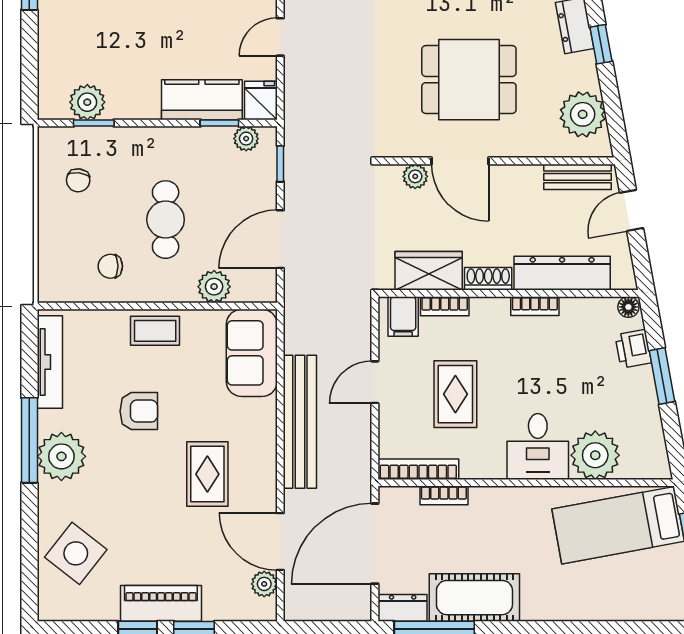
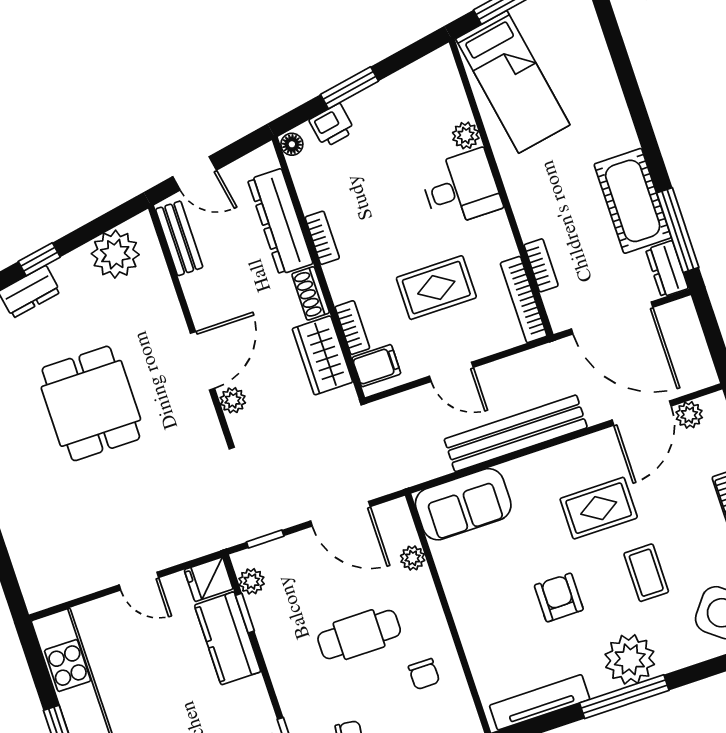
dining table: (469, 80) -> (91, 403), moved
plant: (214, 287) -> (413, 558), width x0.73, depth x0.73
coffee table: (155, 331) -> (646, 573), moved
plant: (595, 455) -> (466, 135), width x0.53, depth x0.53

